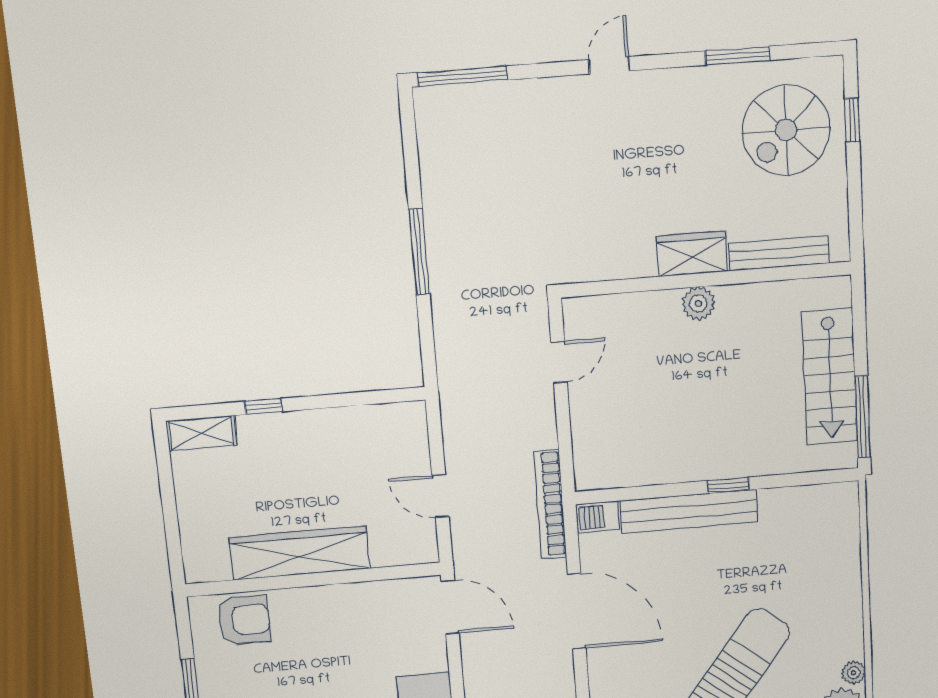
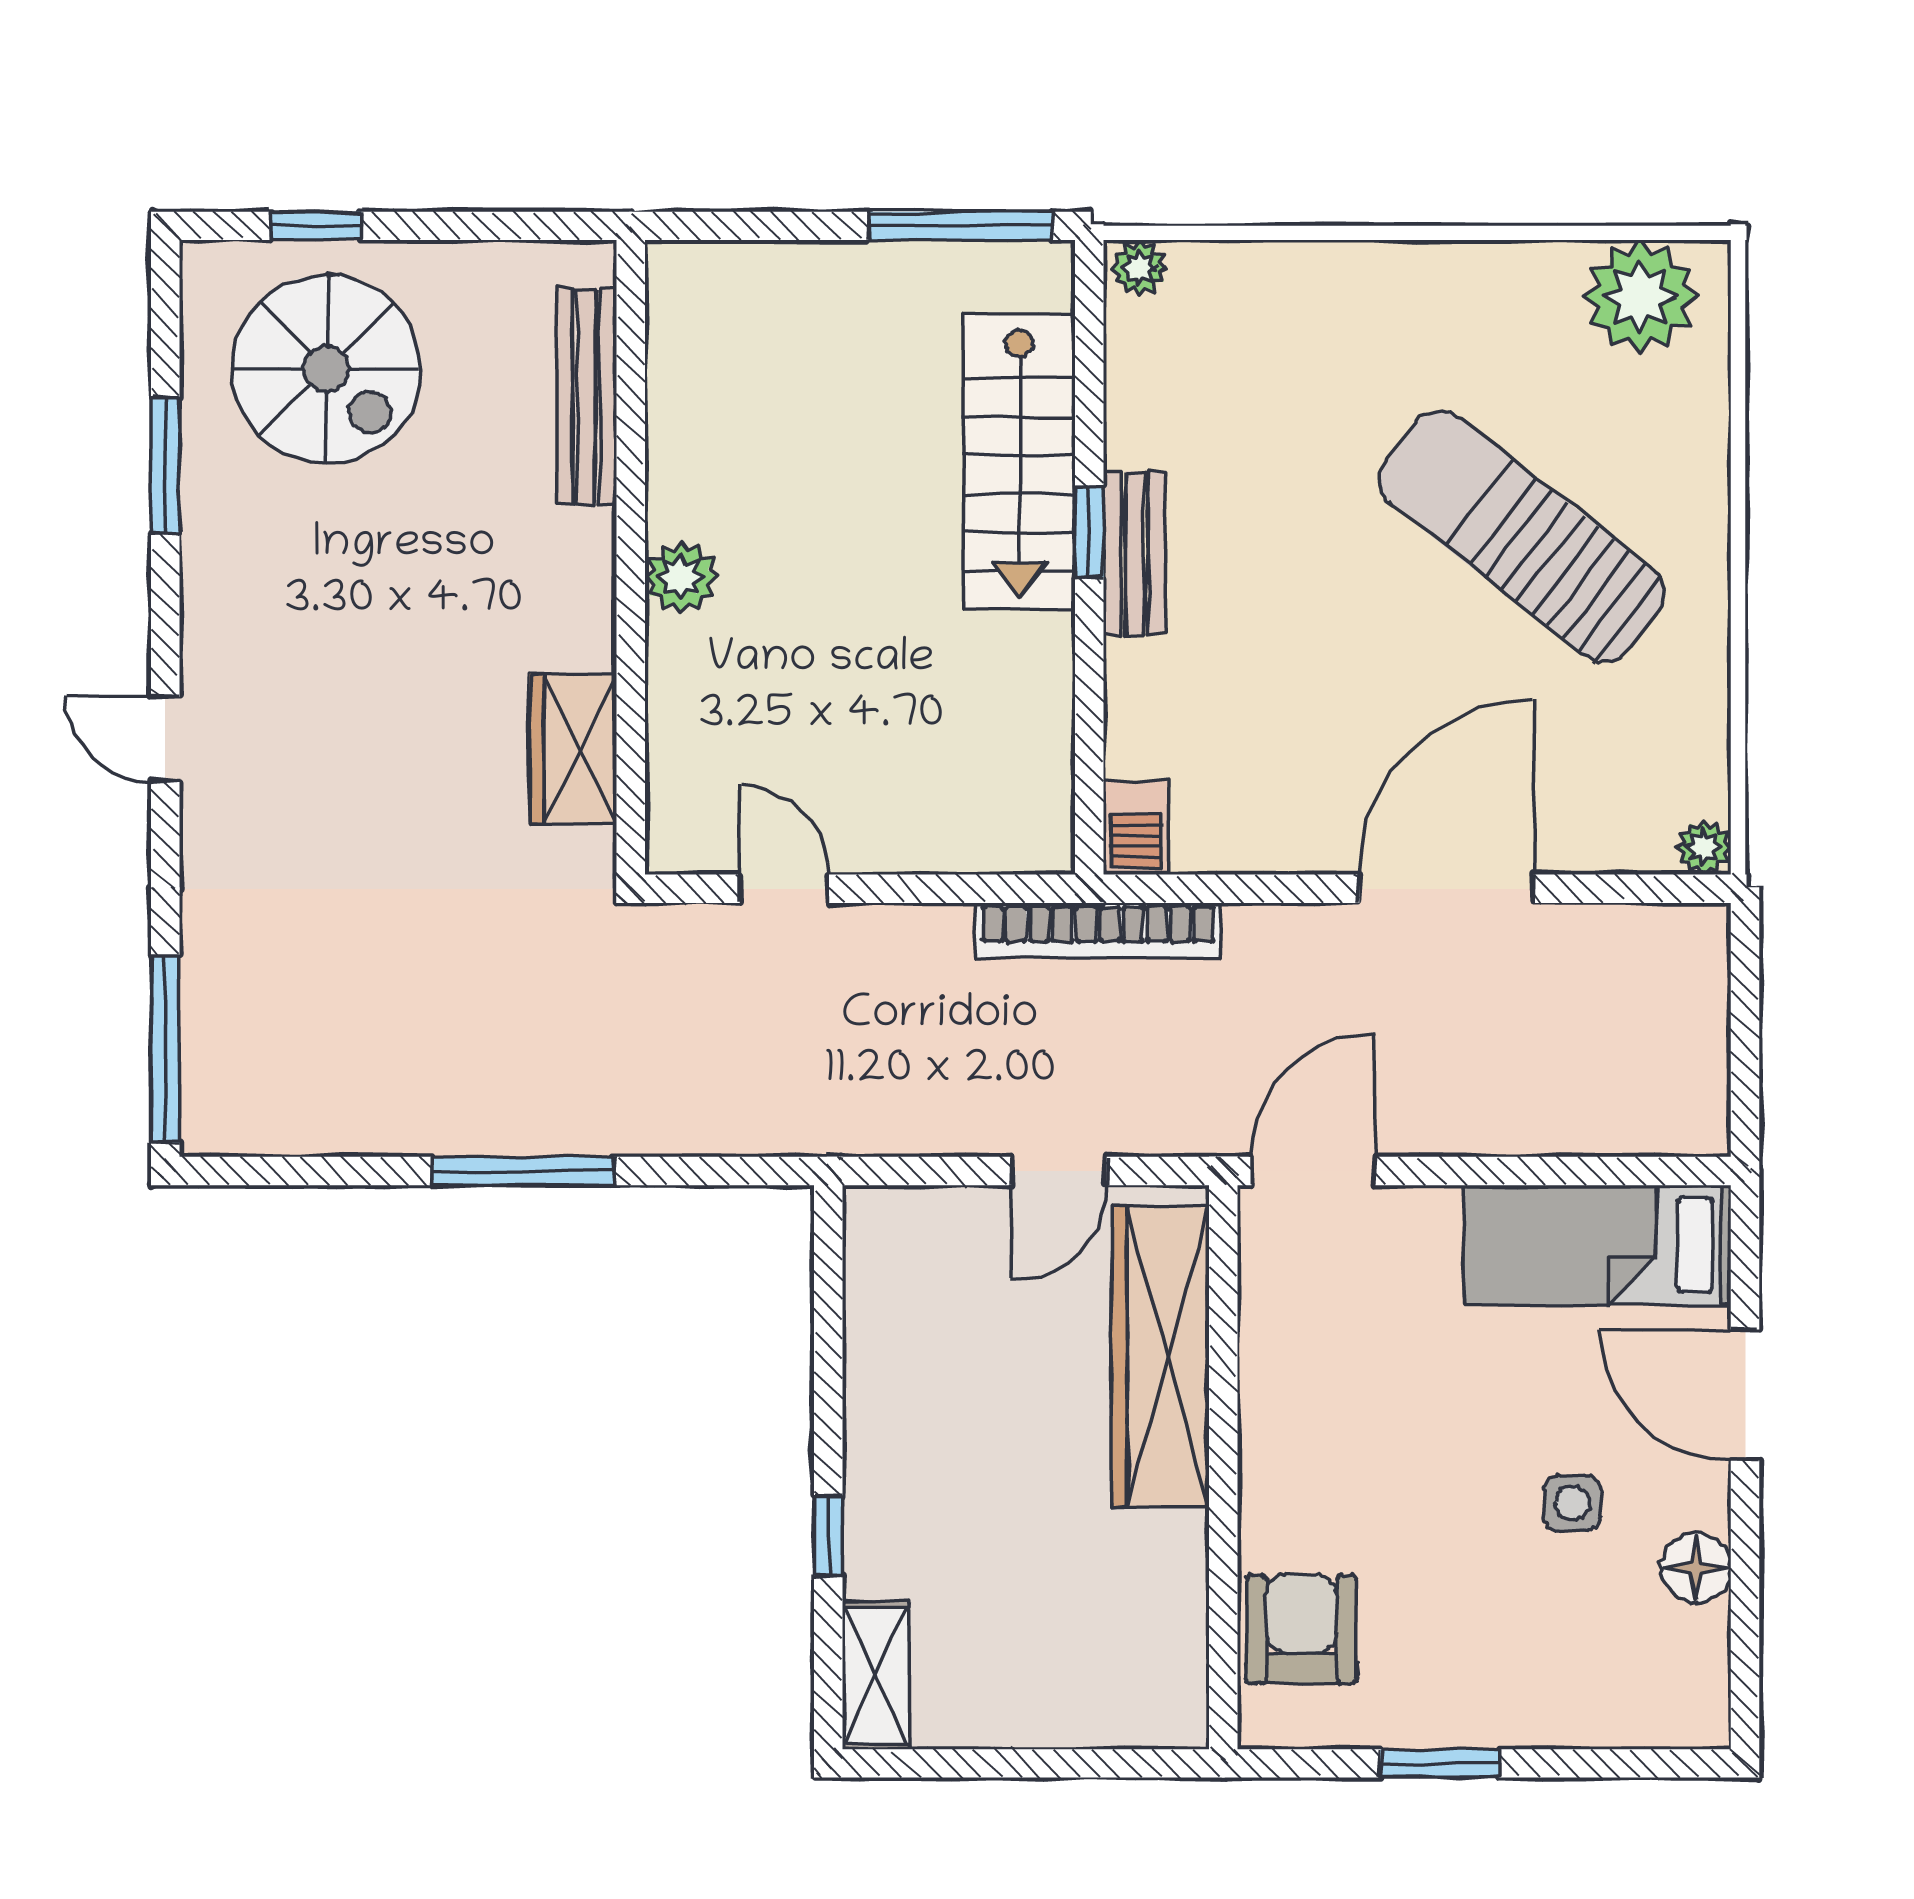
wardrobe: (692, 254) -> (573, 749), moved
stairs: (830, 377) -> (1019, 462), moved, turned 90
bench: (689, 511) -> (1134, 553), width x0.54, depth x0.82
wardrobe: (300, 553) -> (1160, 1356), moved
door: (577, 611) -> (1447, 889), moved
plant: (853, 673) -> (1140, 268), moved

